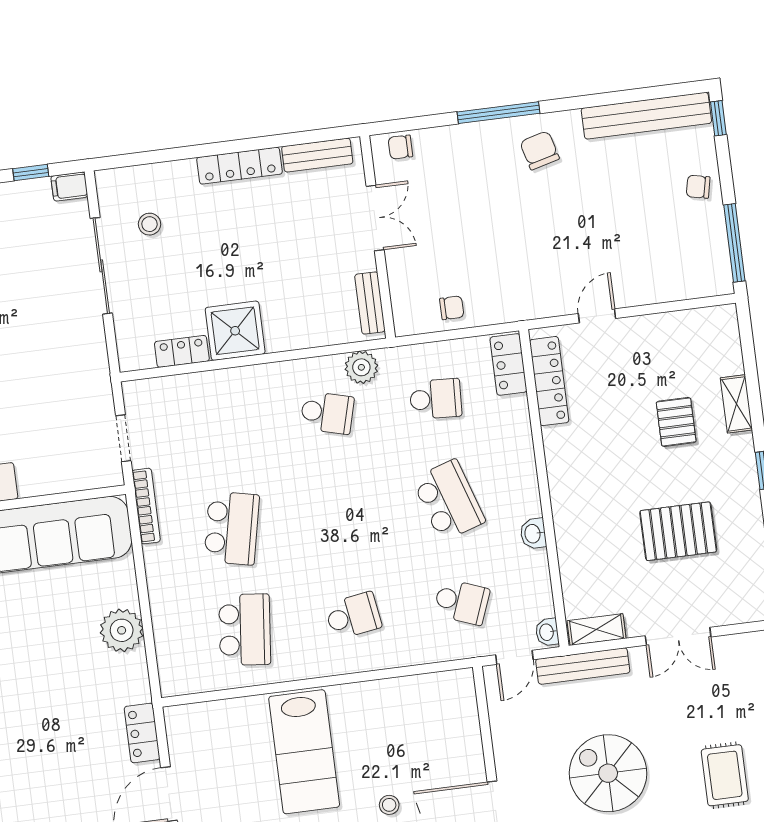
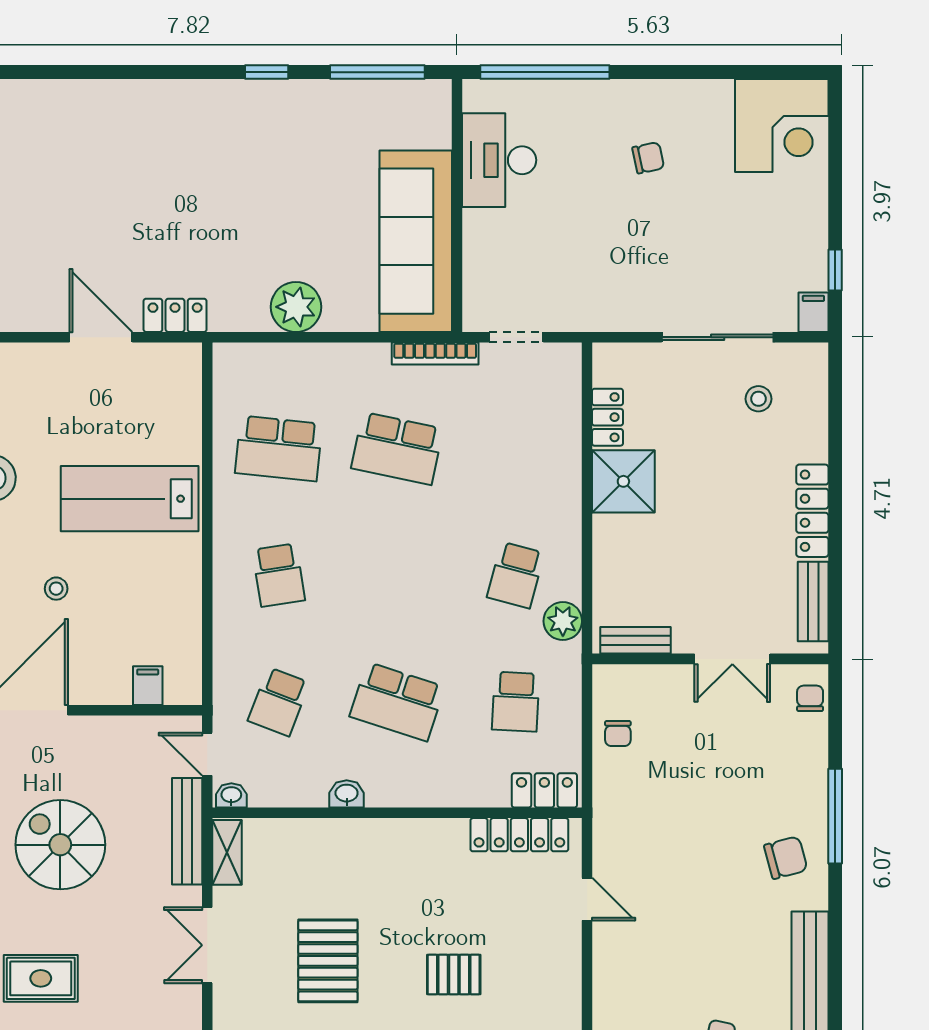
school desk: (449, 500) -> (397, 702), turned 36
filing cabinet: (462, 716) -> (148, 686), added
spiral stairs: (608, 773) -> (60, 845), turned -90

